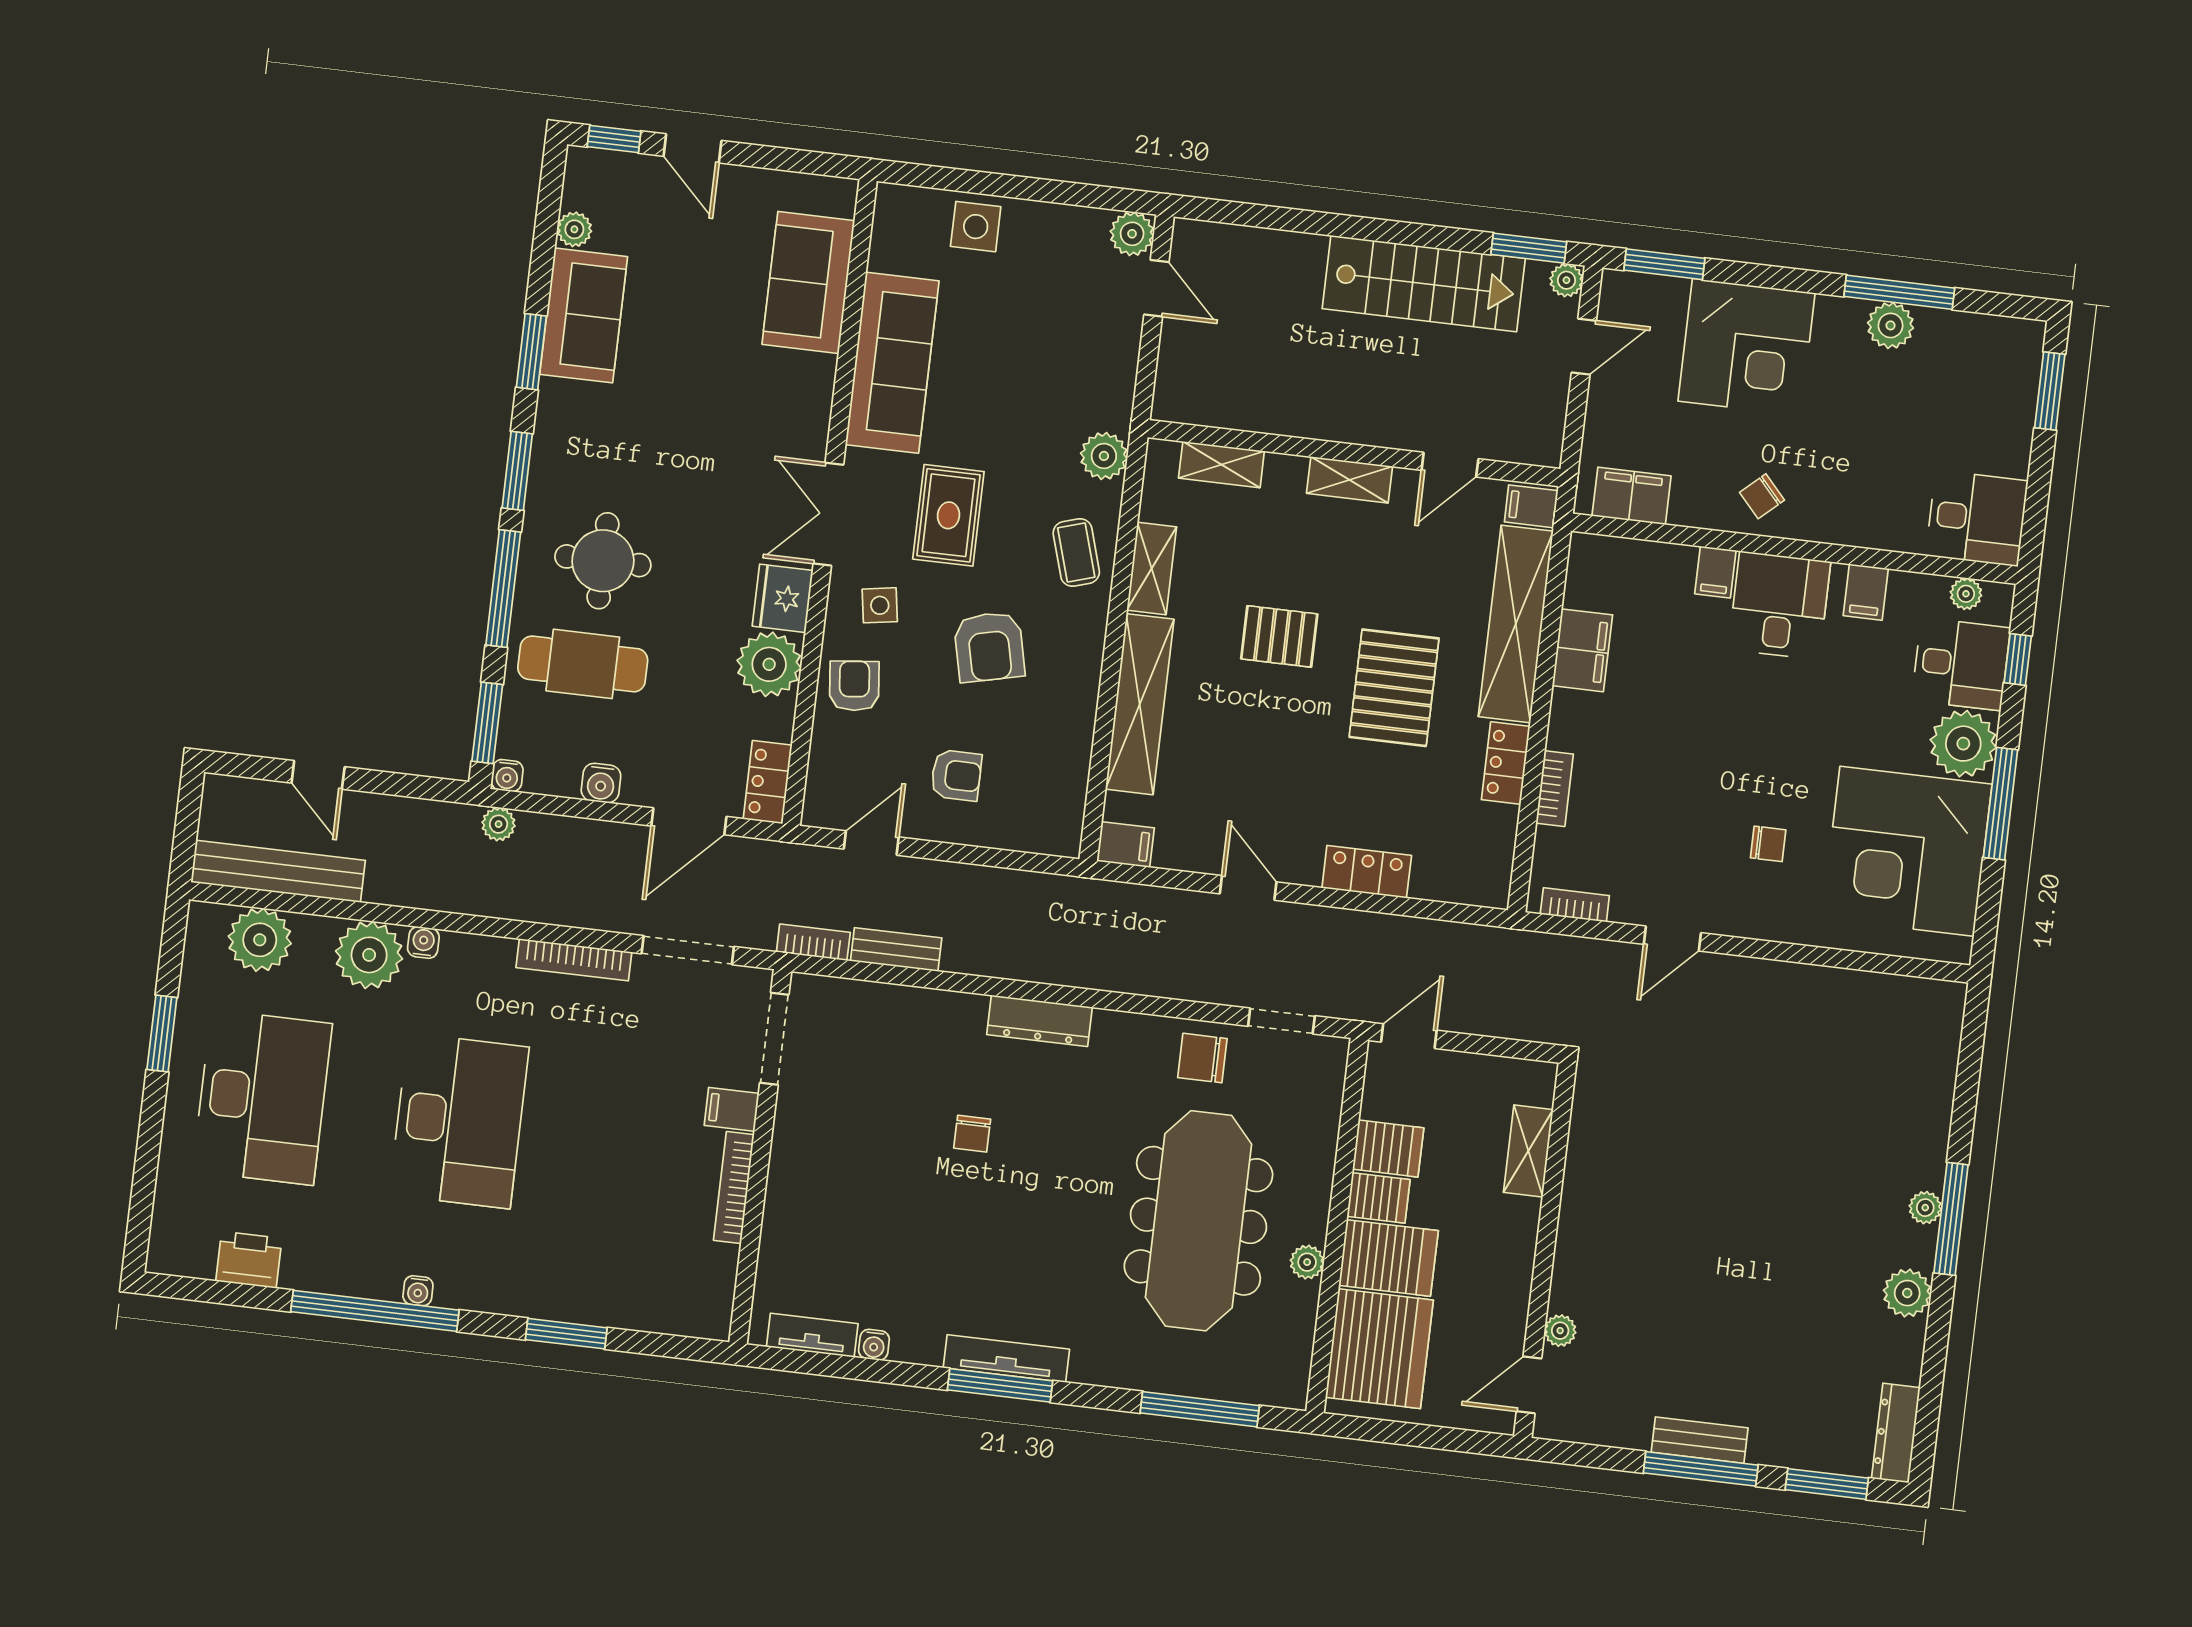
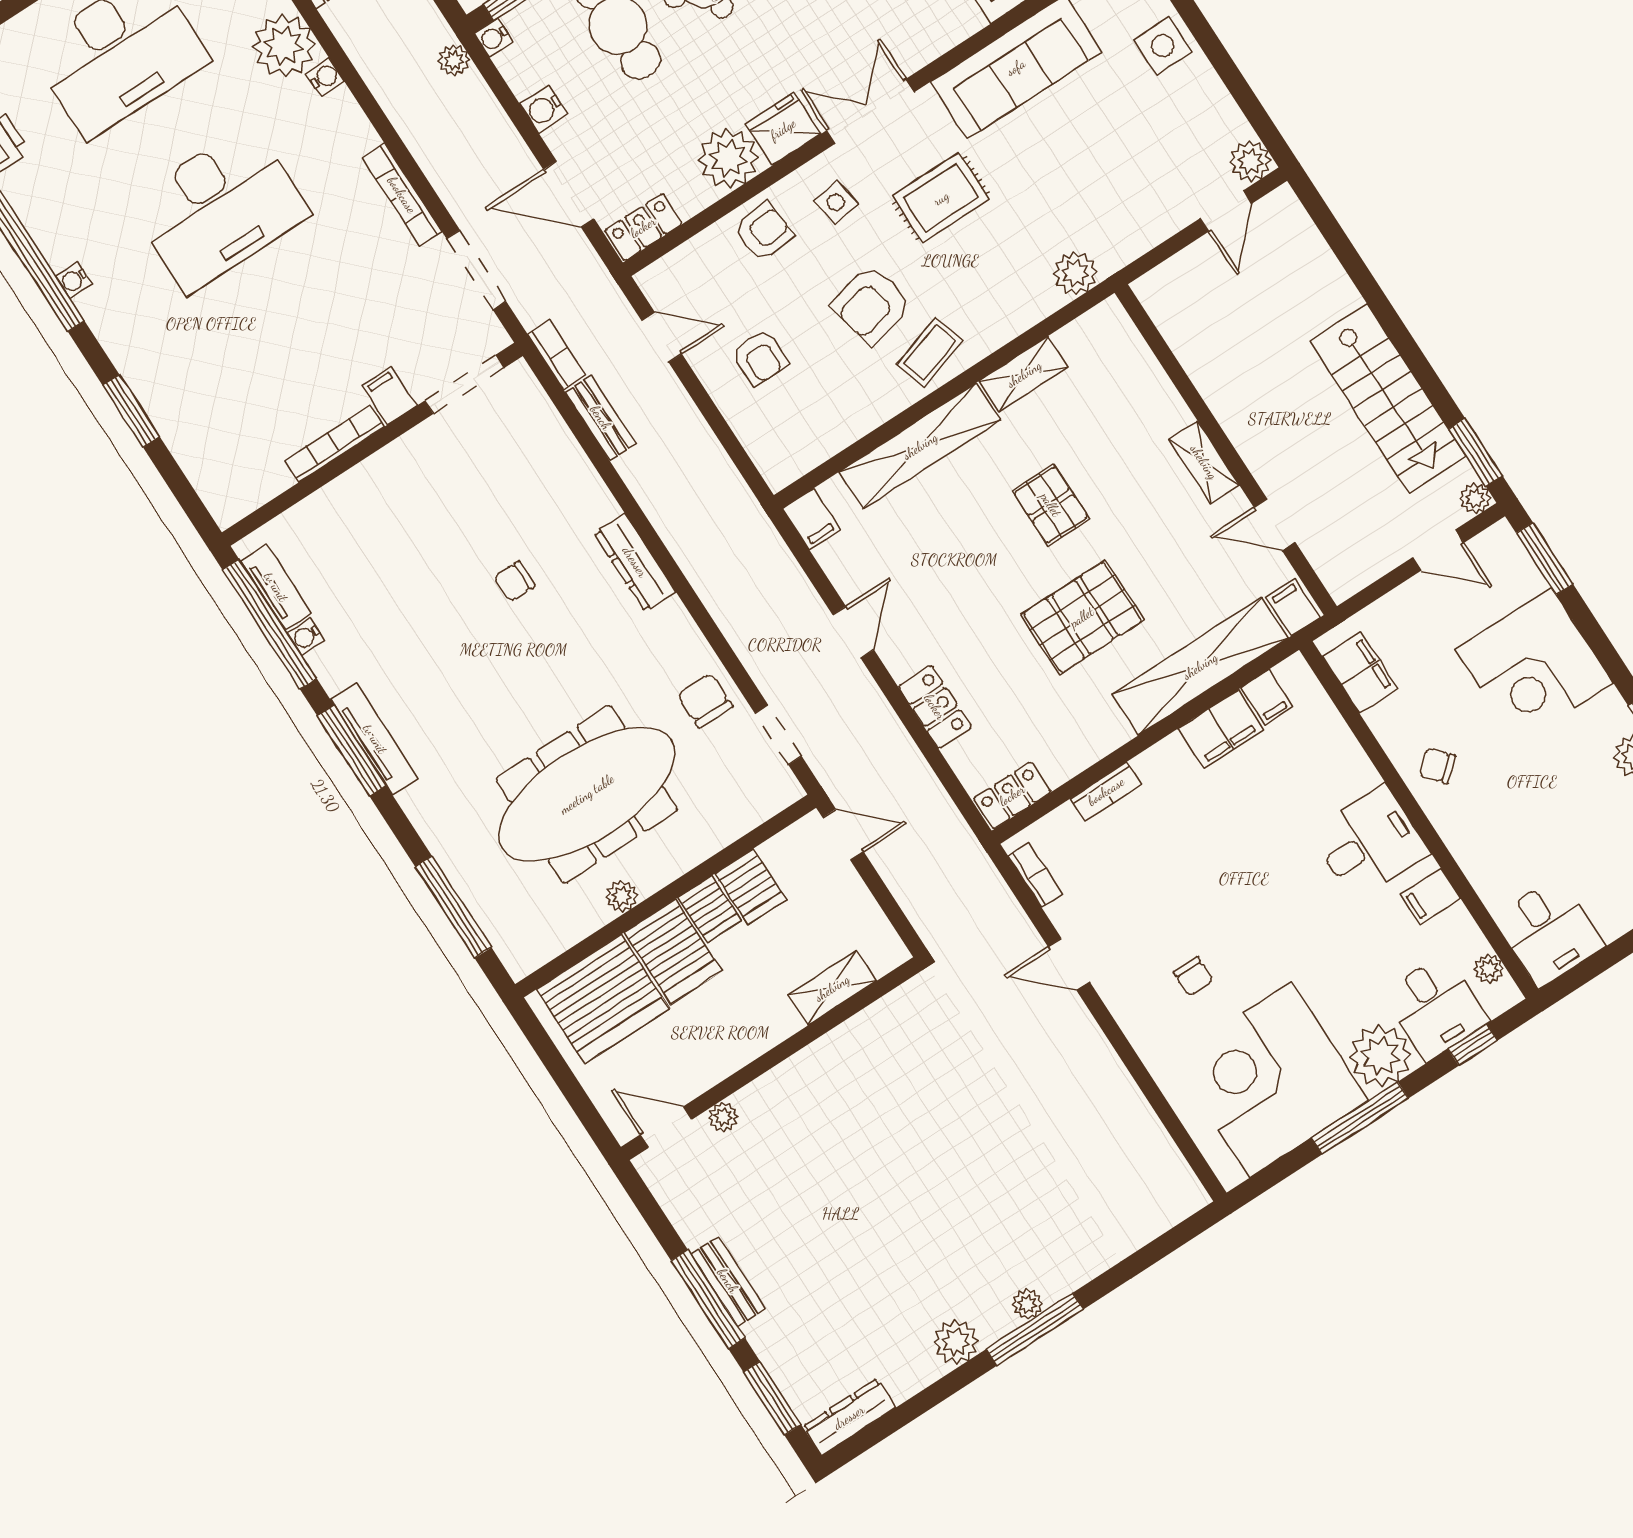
shelving: (1221, 465) -> (1139, 362), removed
coffee table: (1076, 553) -> (930, 352), moved
filing cabinet: (1715, 572) -> (1267, 697), moved, turned -90
locker: (1506, 763) -> (1012, 795), moved
window: (839, 1366) -> (270, 624), added

